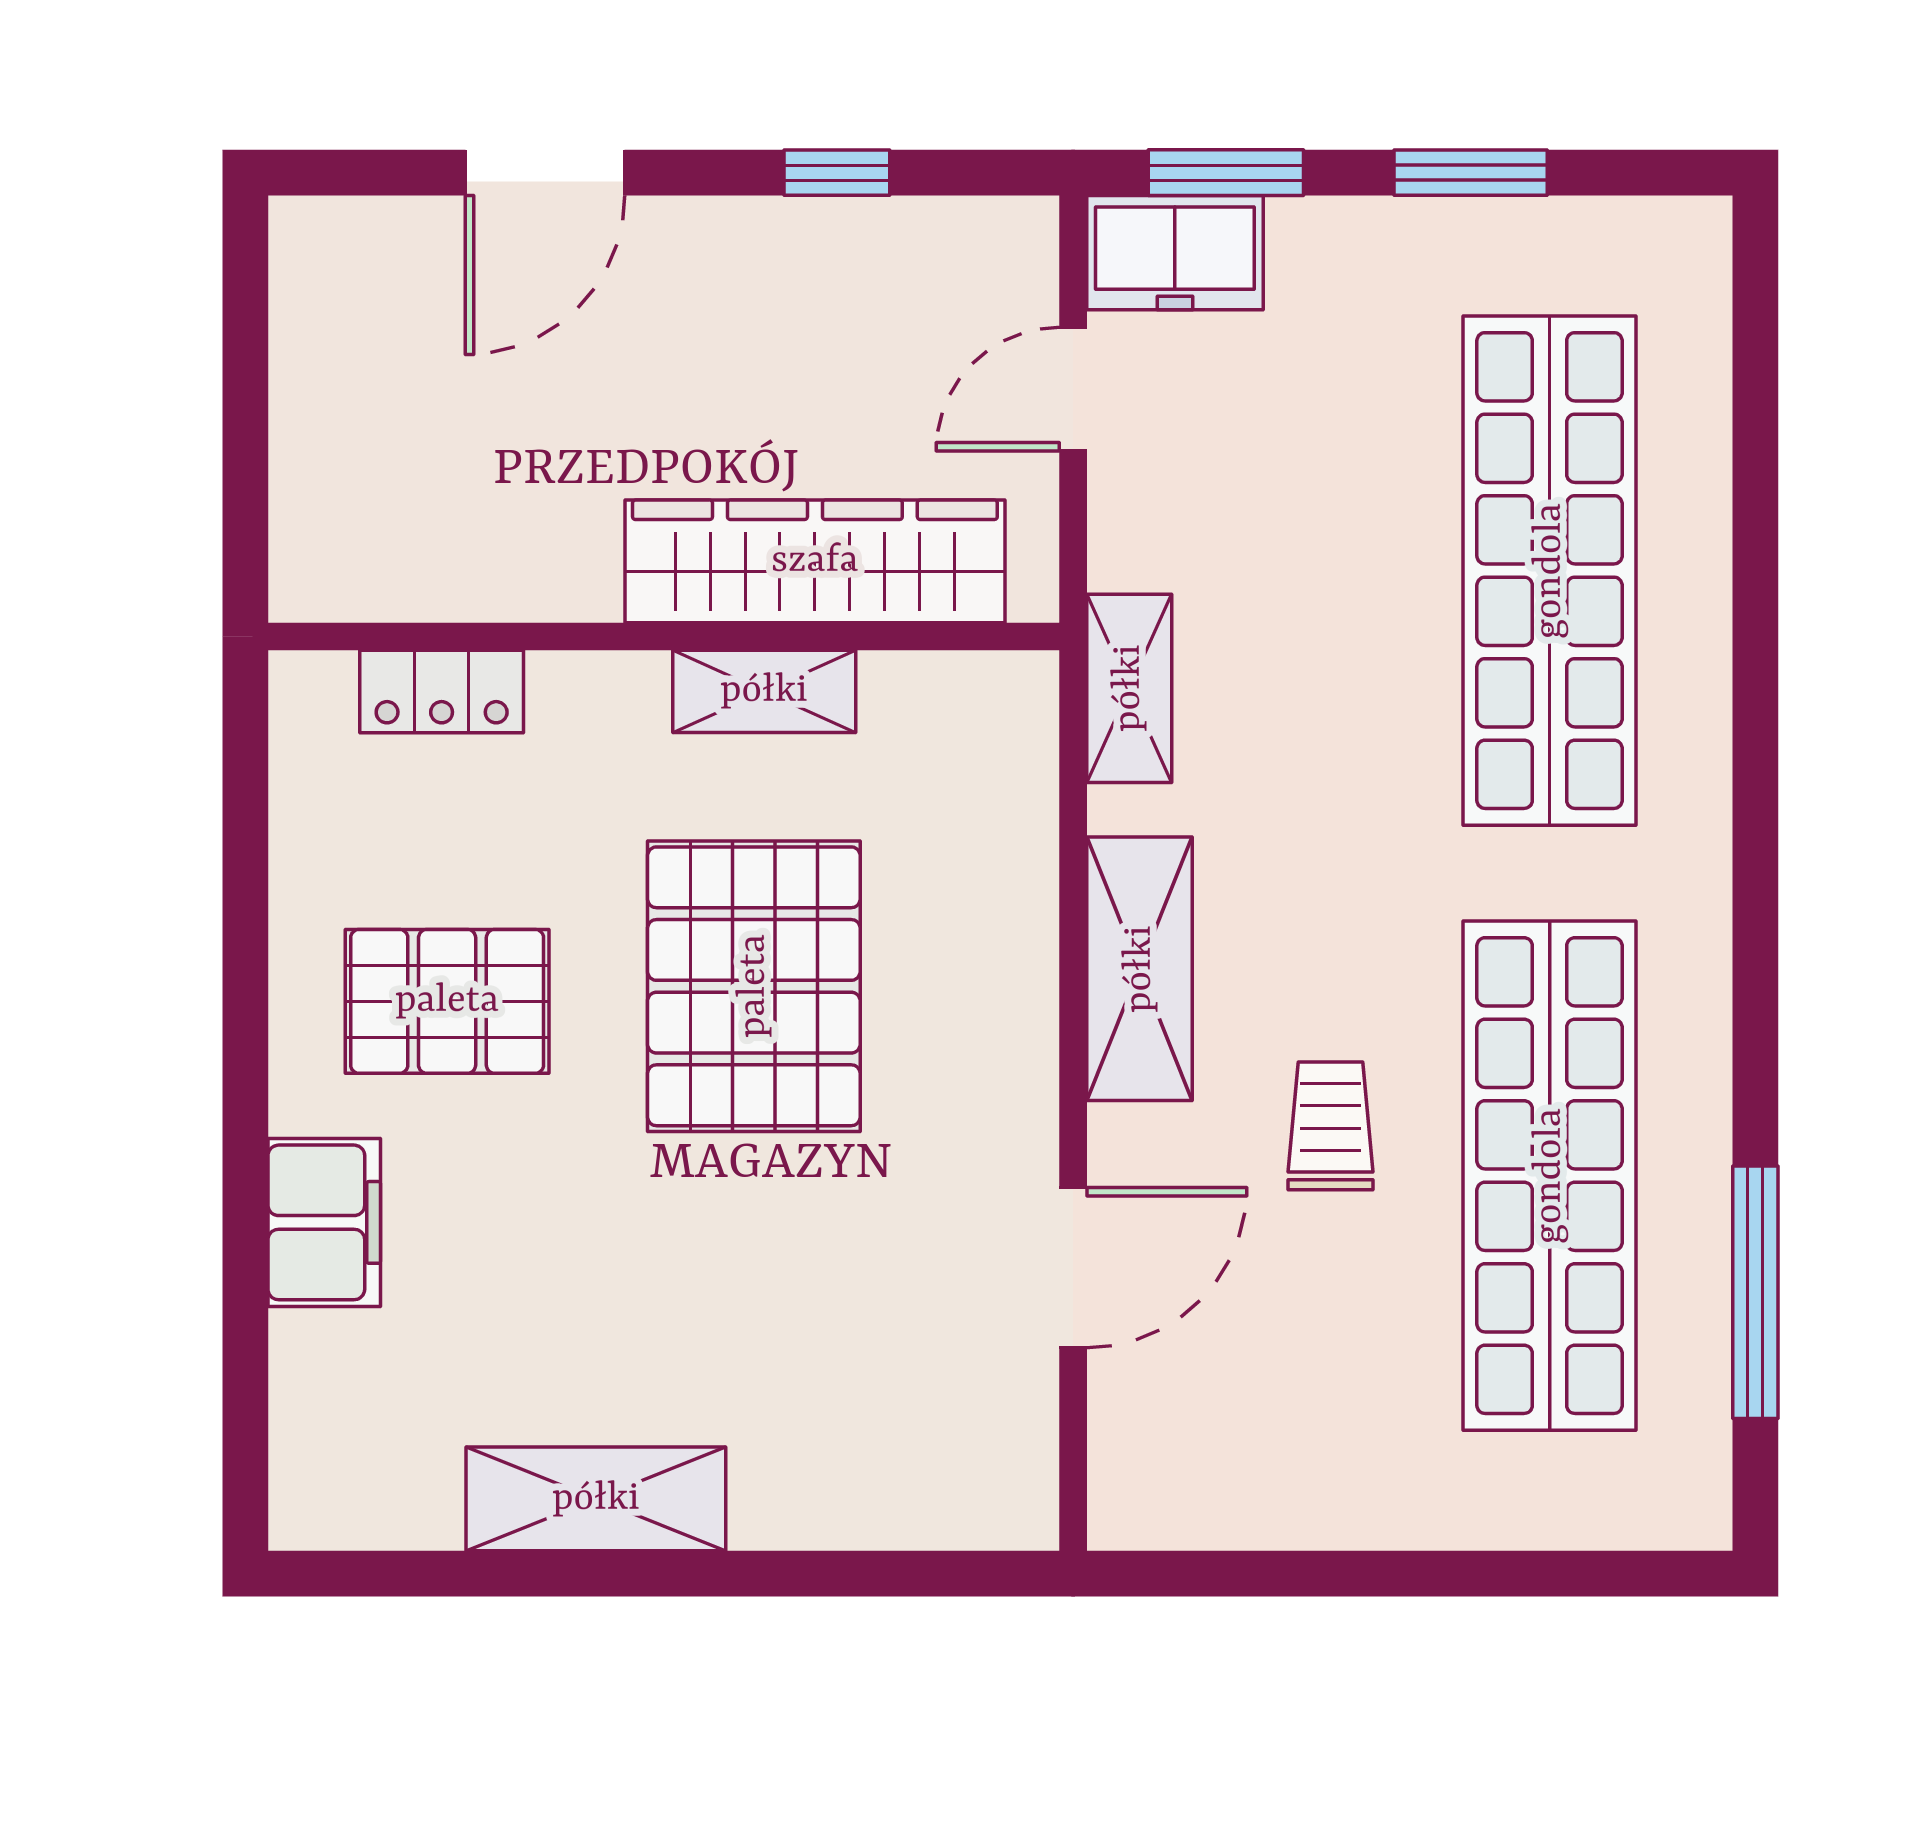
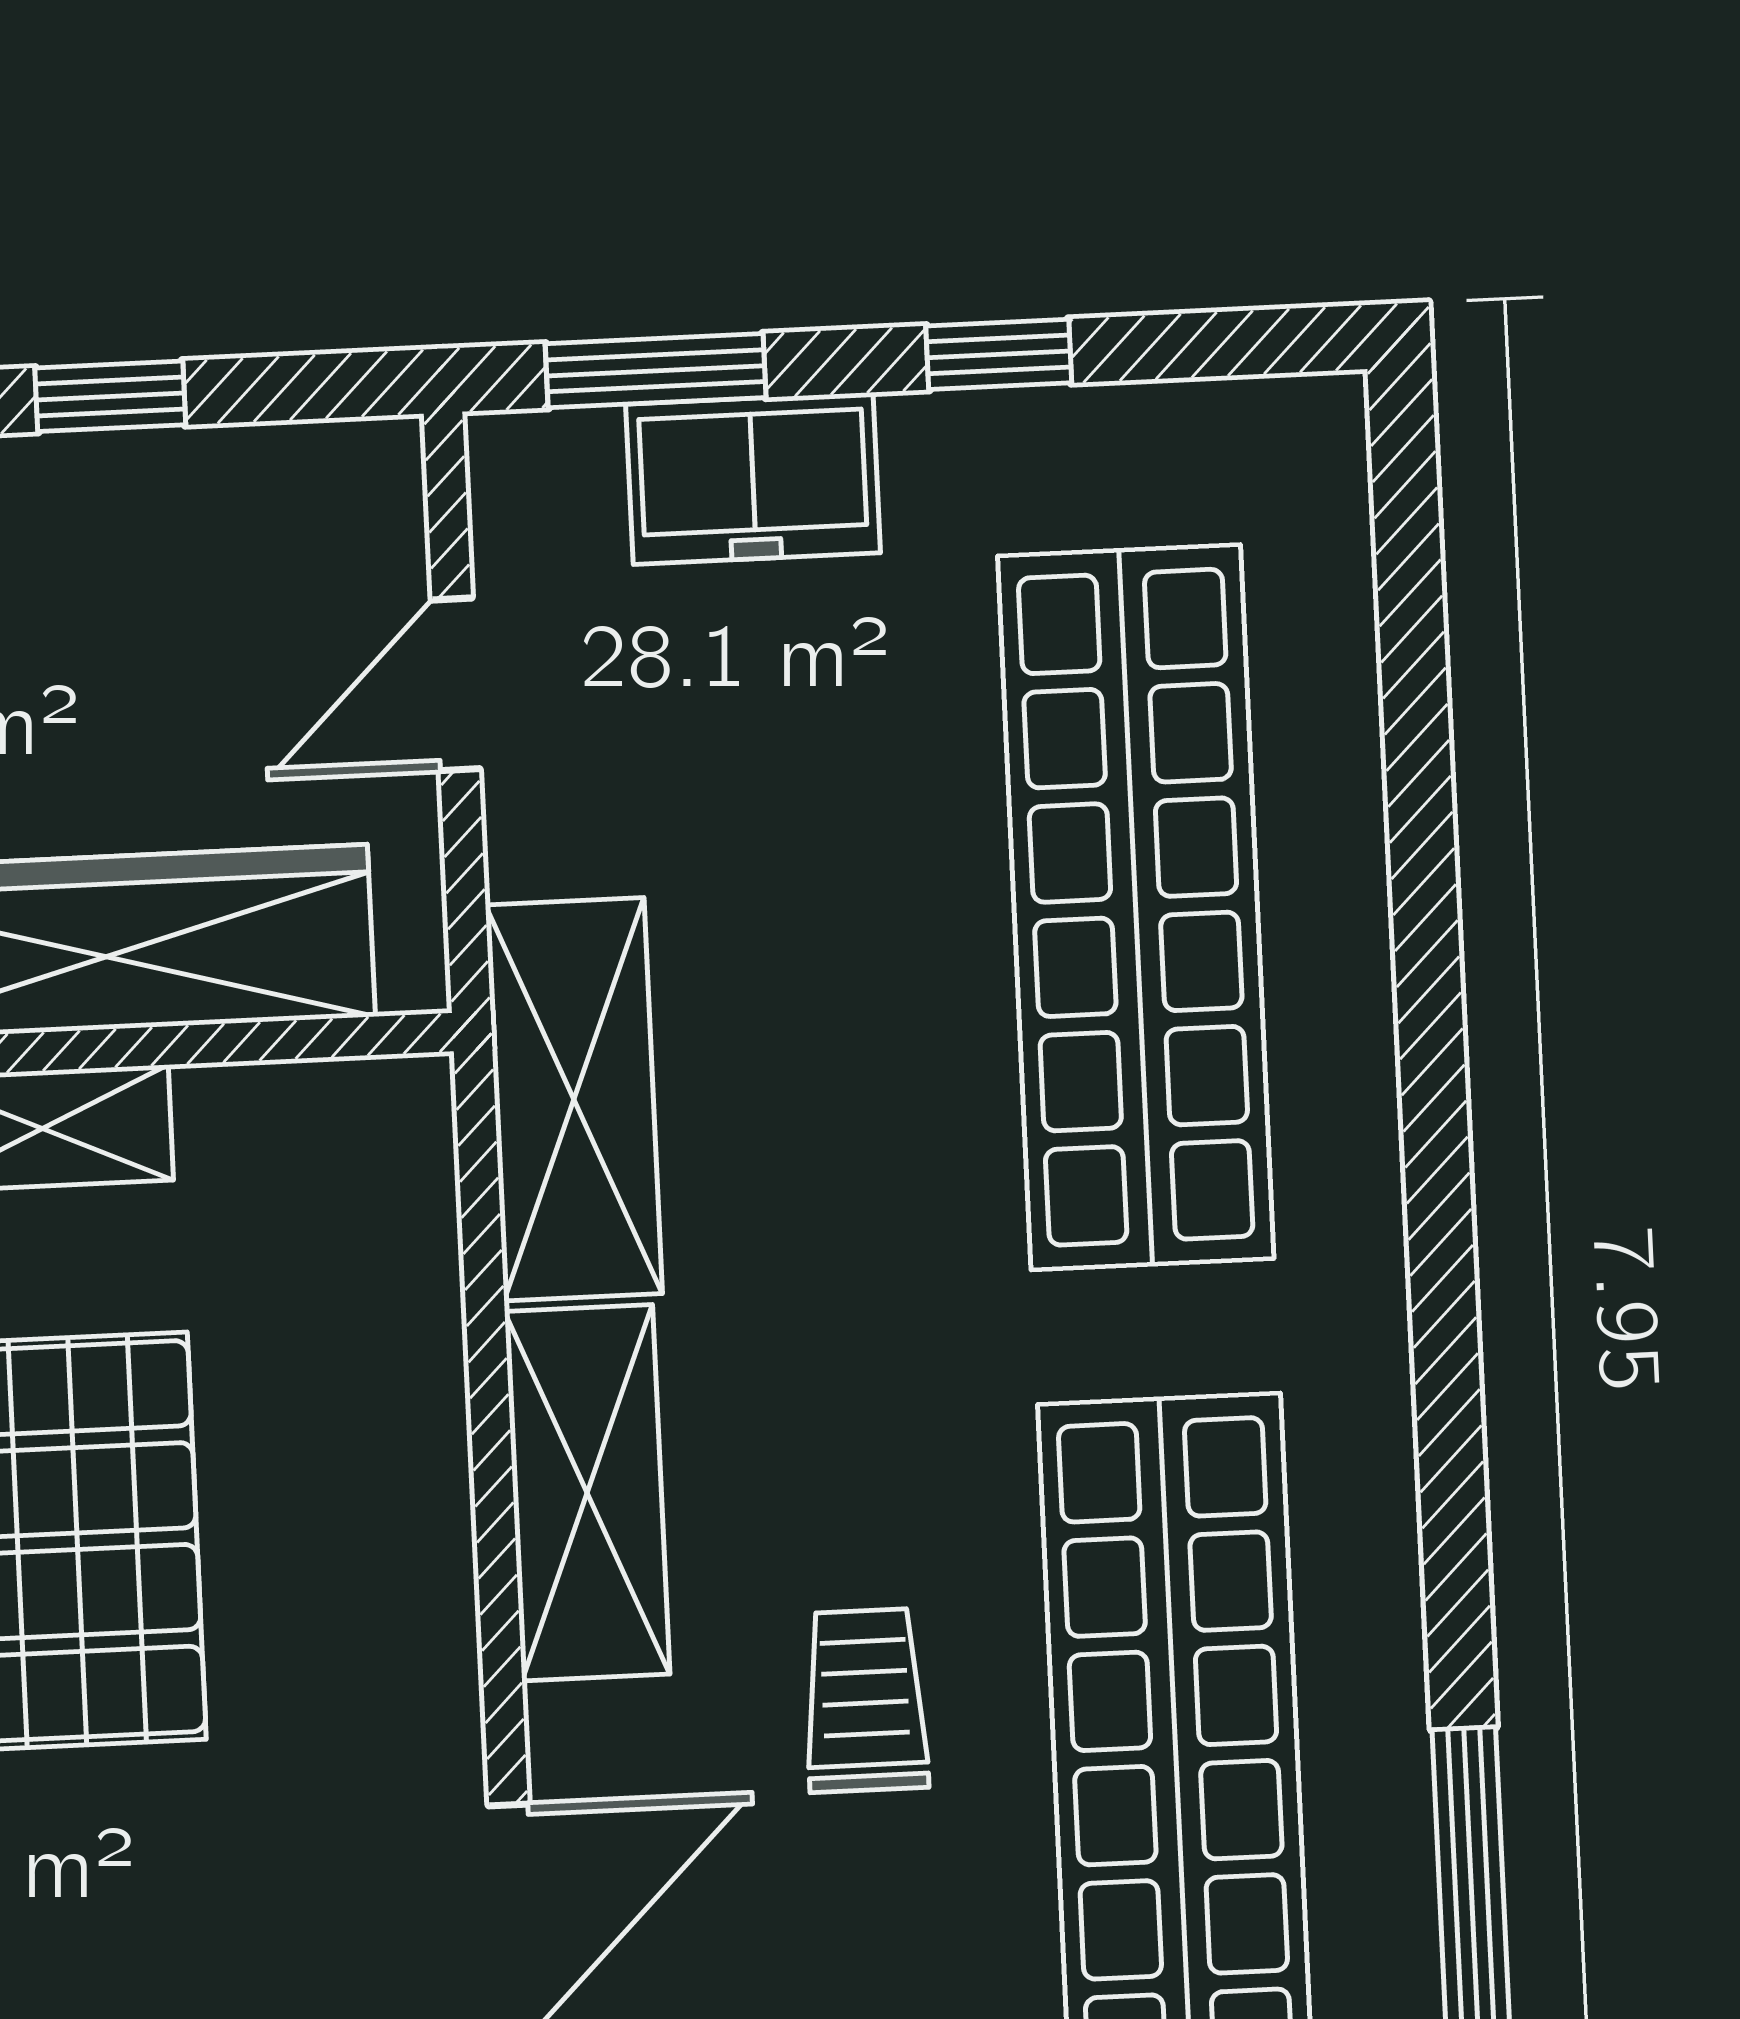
window: (1471, 173) -> (999, 354), width x0.67
freezer: (1175, 253) -> (753, 478), moved
shelving: (1129, 688) -> (574, 1099), width x1.50, depth x1.33

